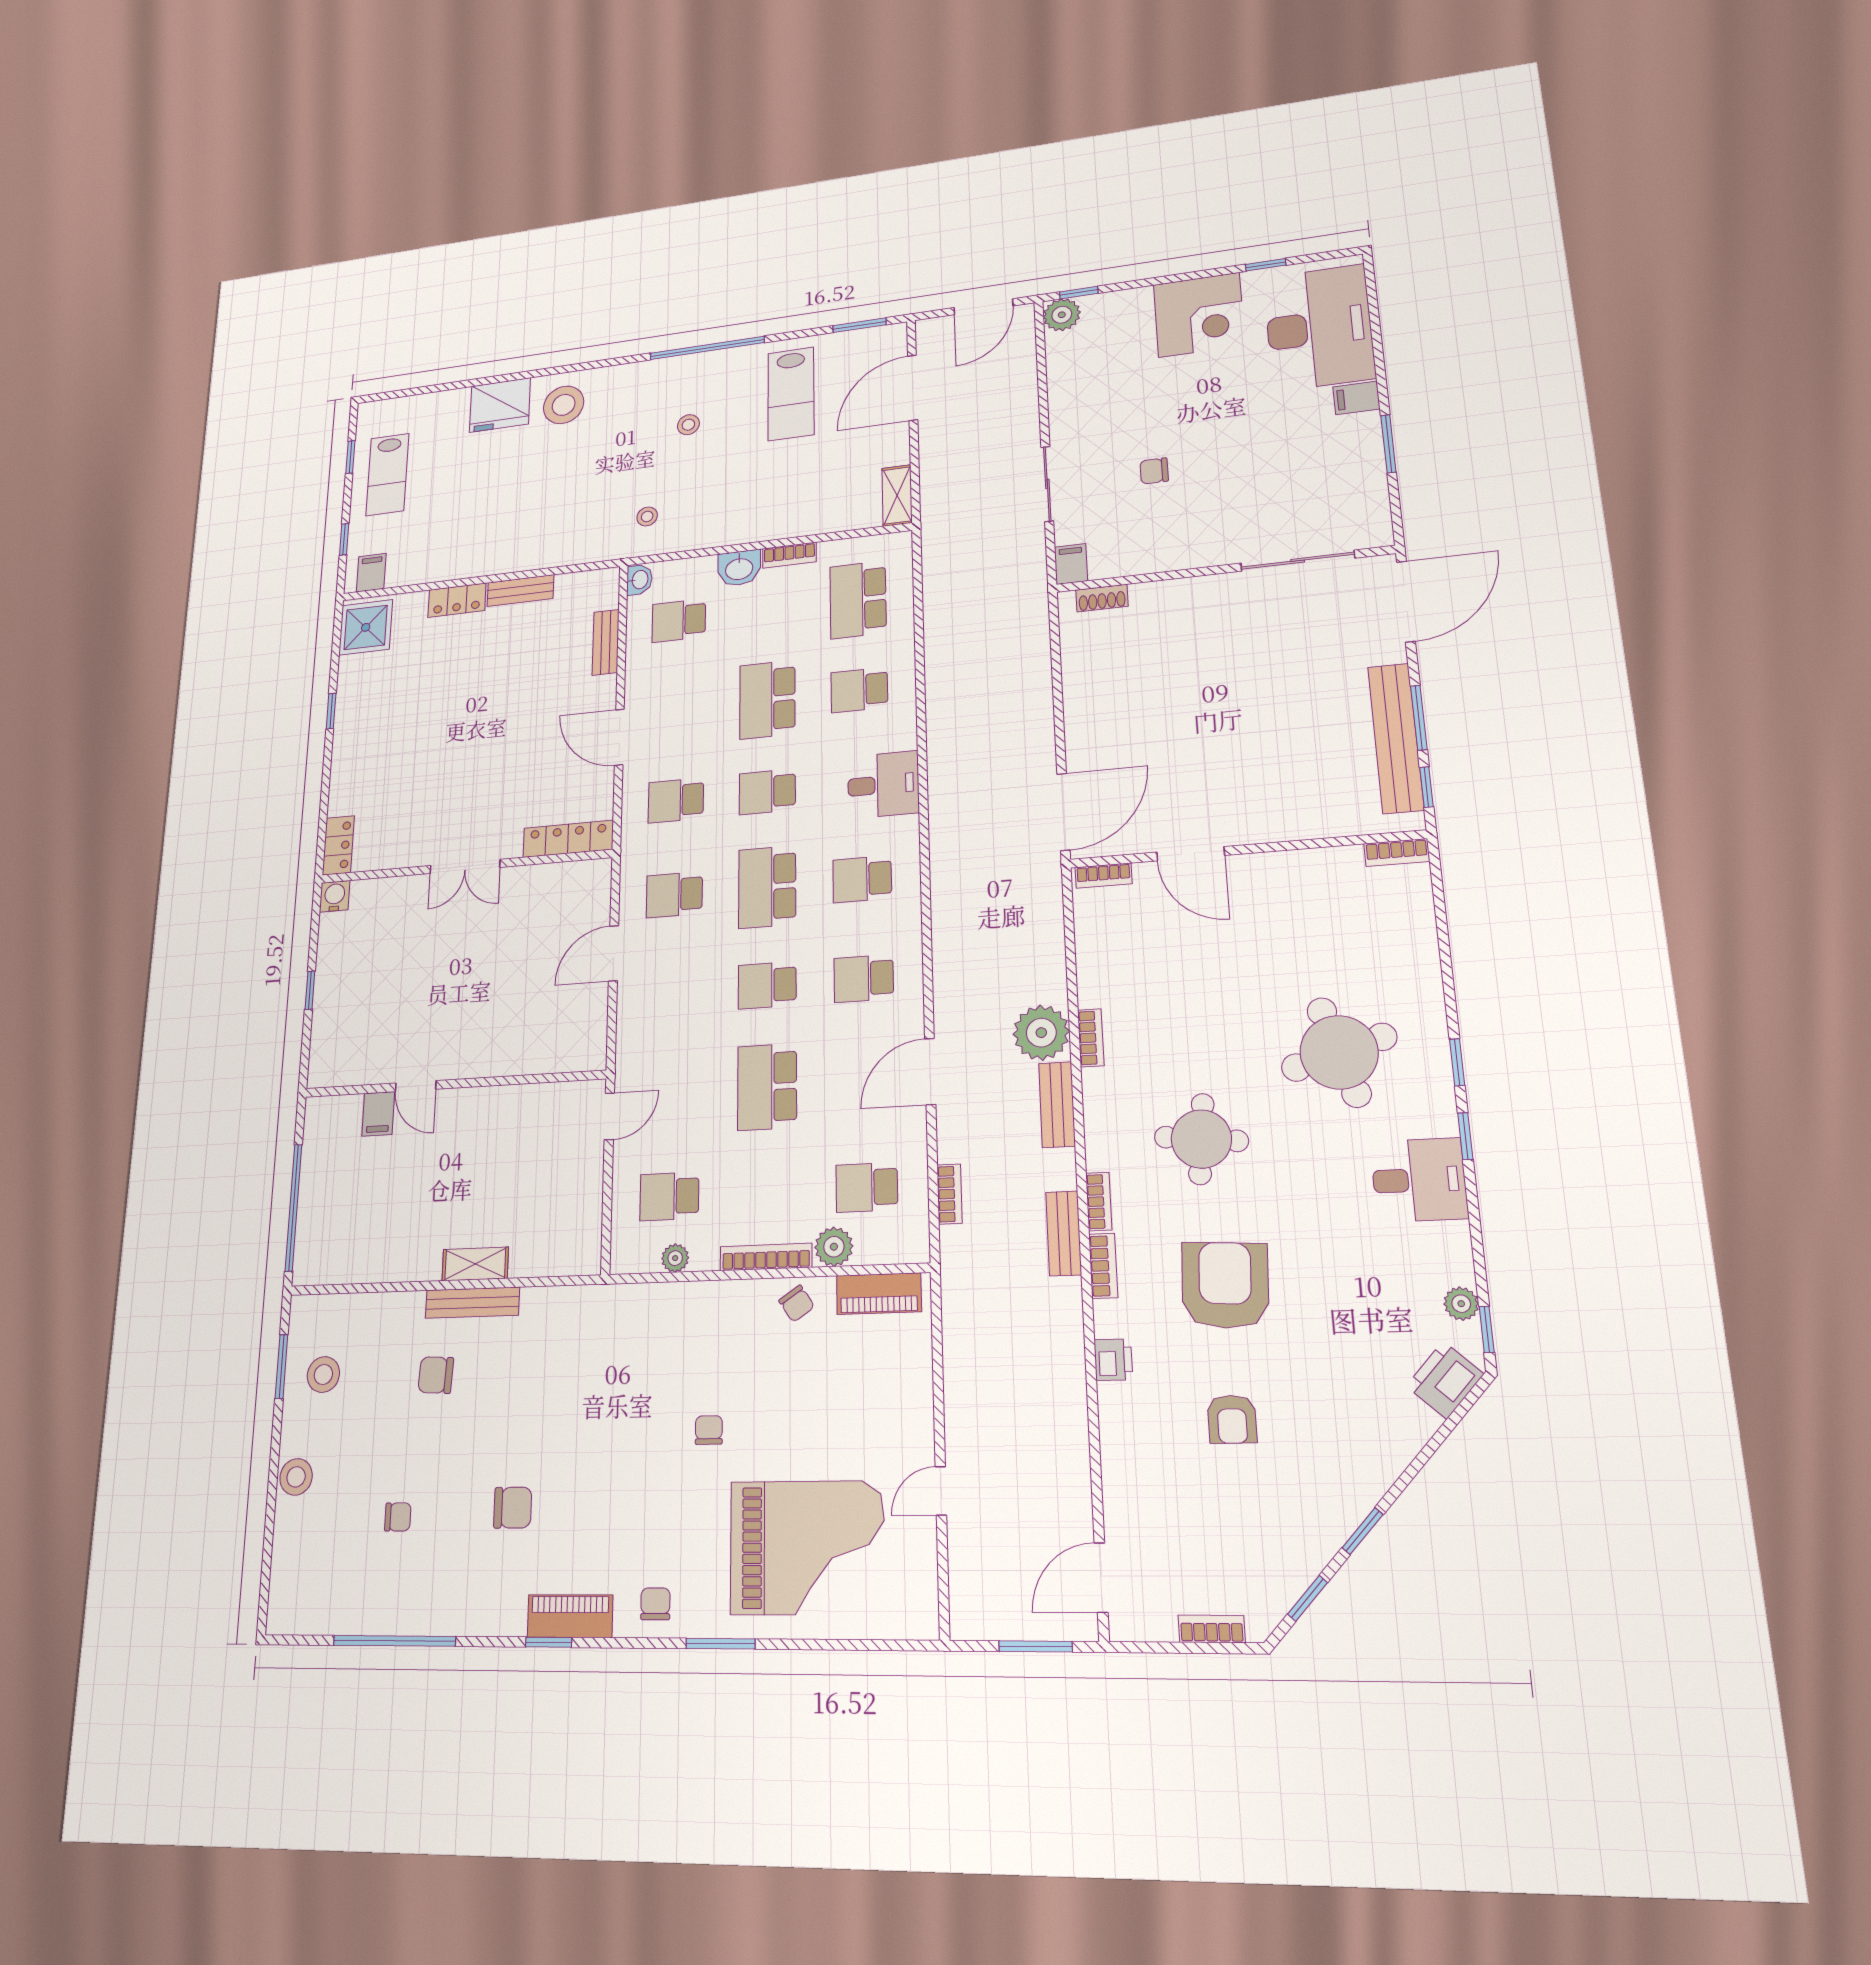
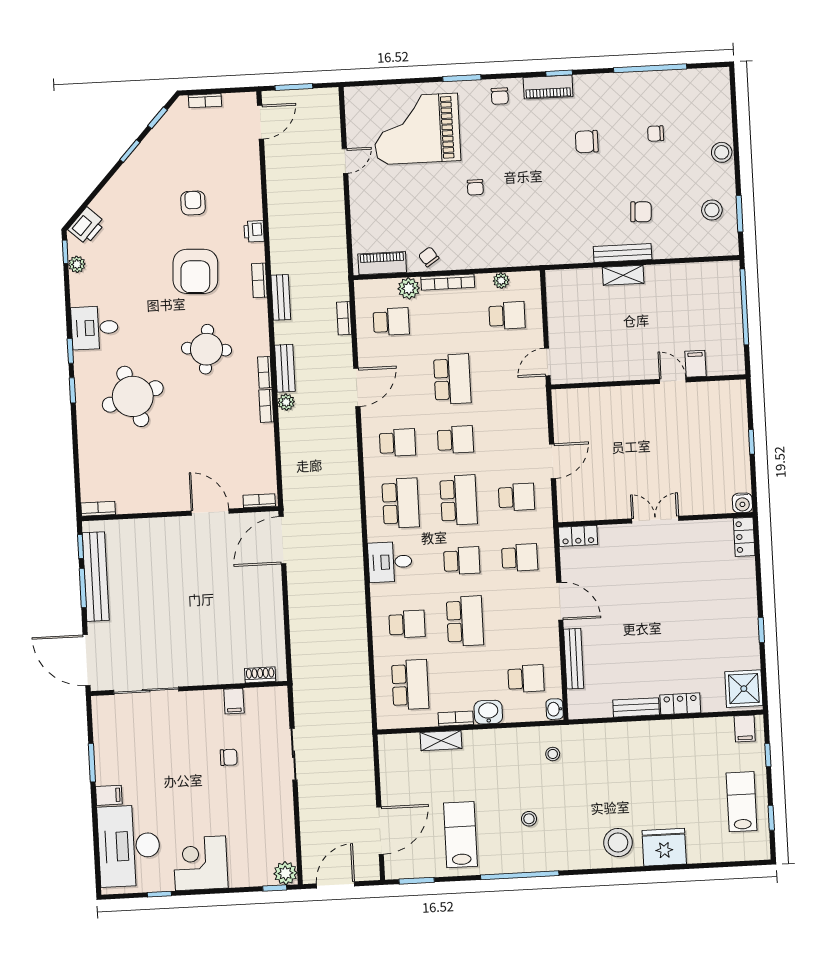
shelving: (897, 496) -> (441, 741), moved, turned 90
filing cabinet: (1071, 564) -> (234, 701), moved
door: (1406, 601) -> (87, 660), hinge flipped
bench: (606, 642) -> (574, 659), width x1.36
locker: (568, 839) -> (578, 536), width x0.66
school desk: (862, 879) -> (401, 503), width x1.85
plant: (1041, 1033) -> (286, 402), width x0.53, depth x0.53
bookcase: (1099, 1202) -> (265, 372), moved

